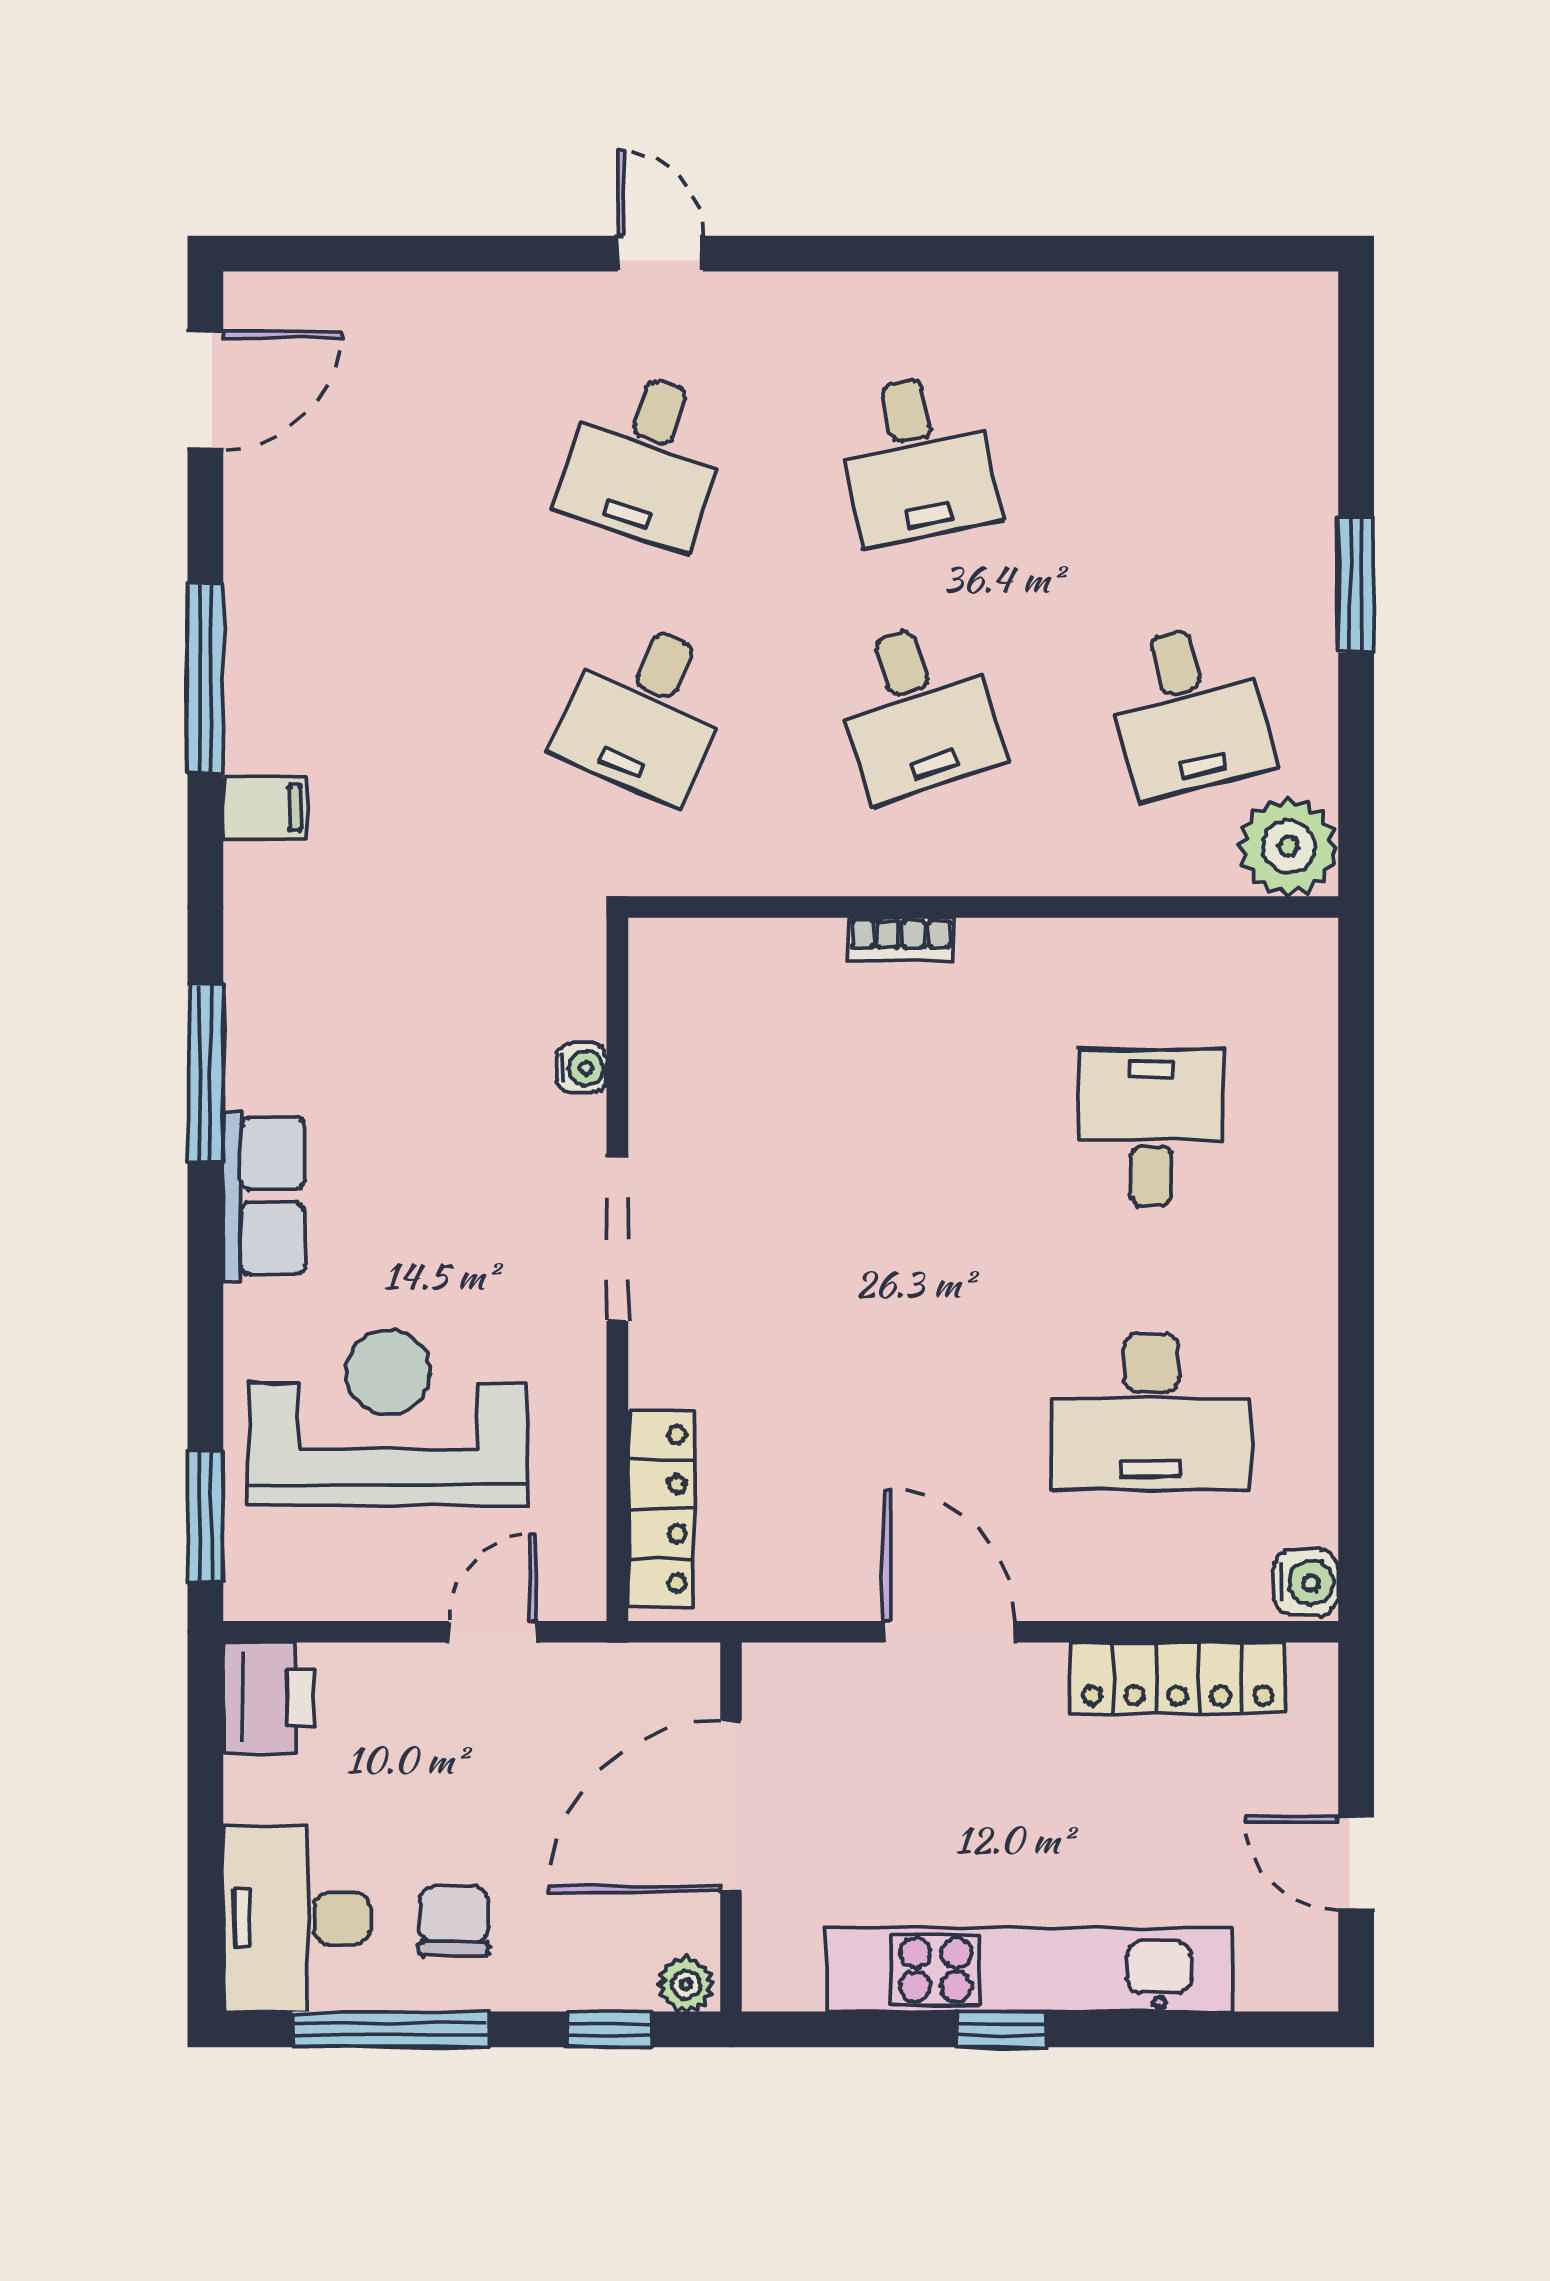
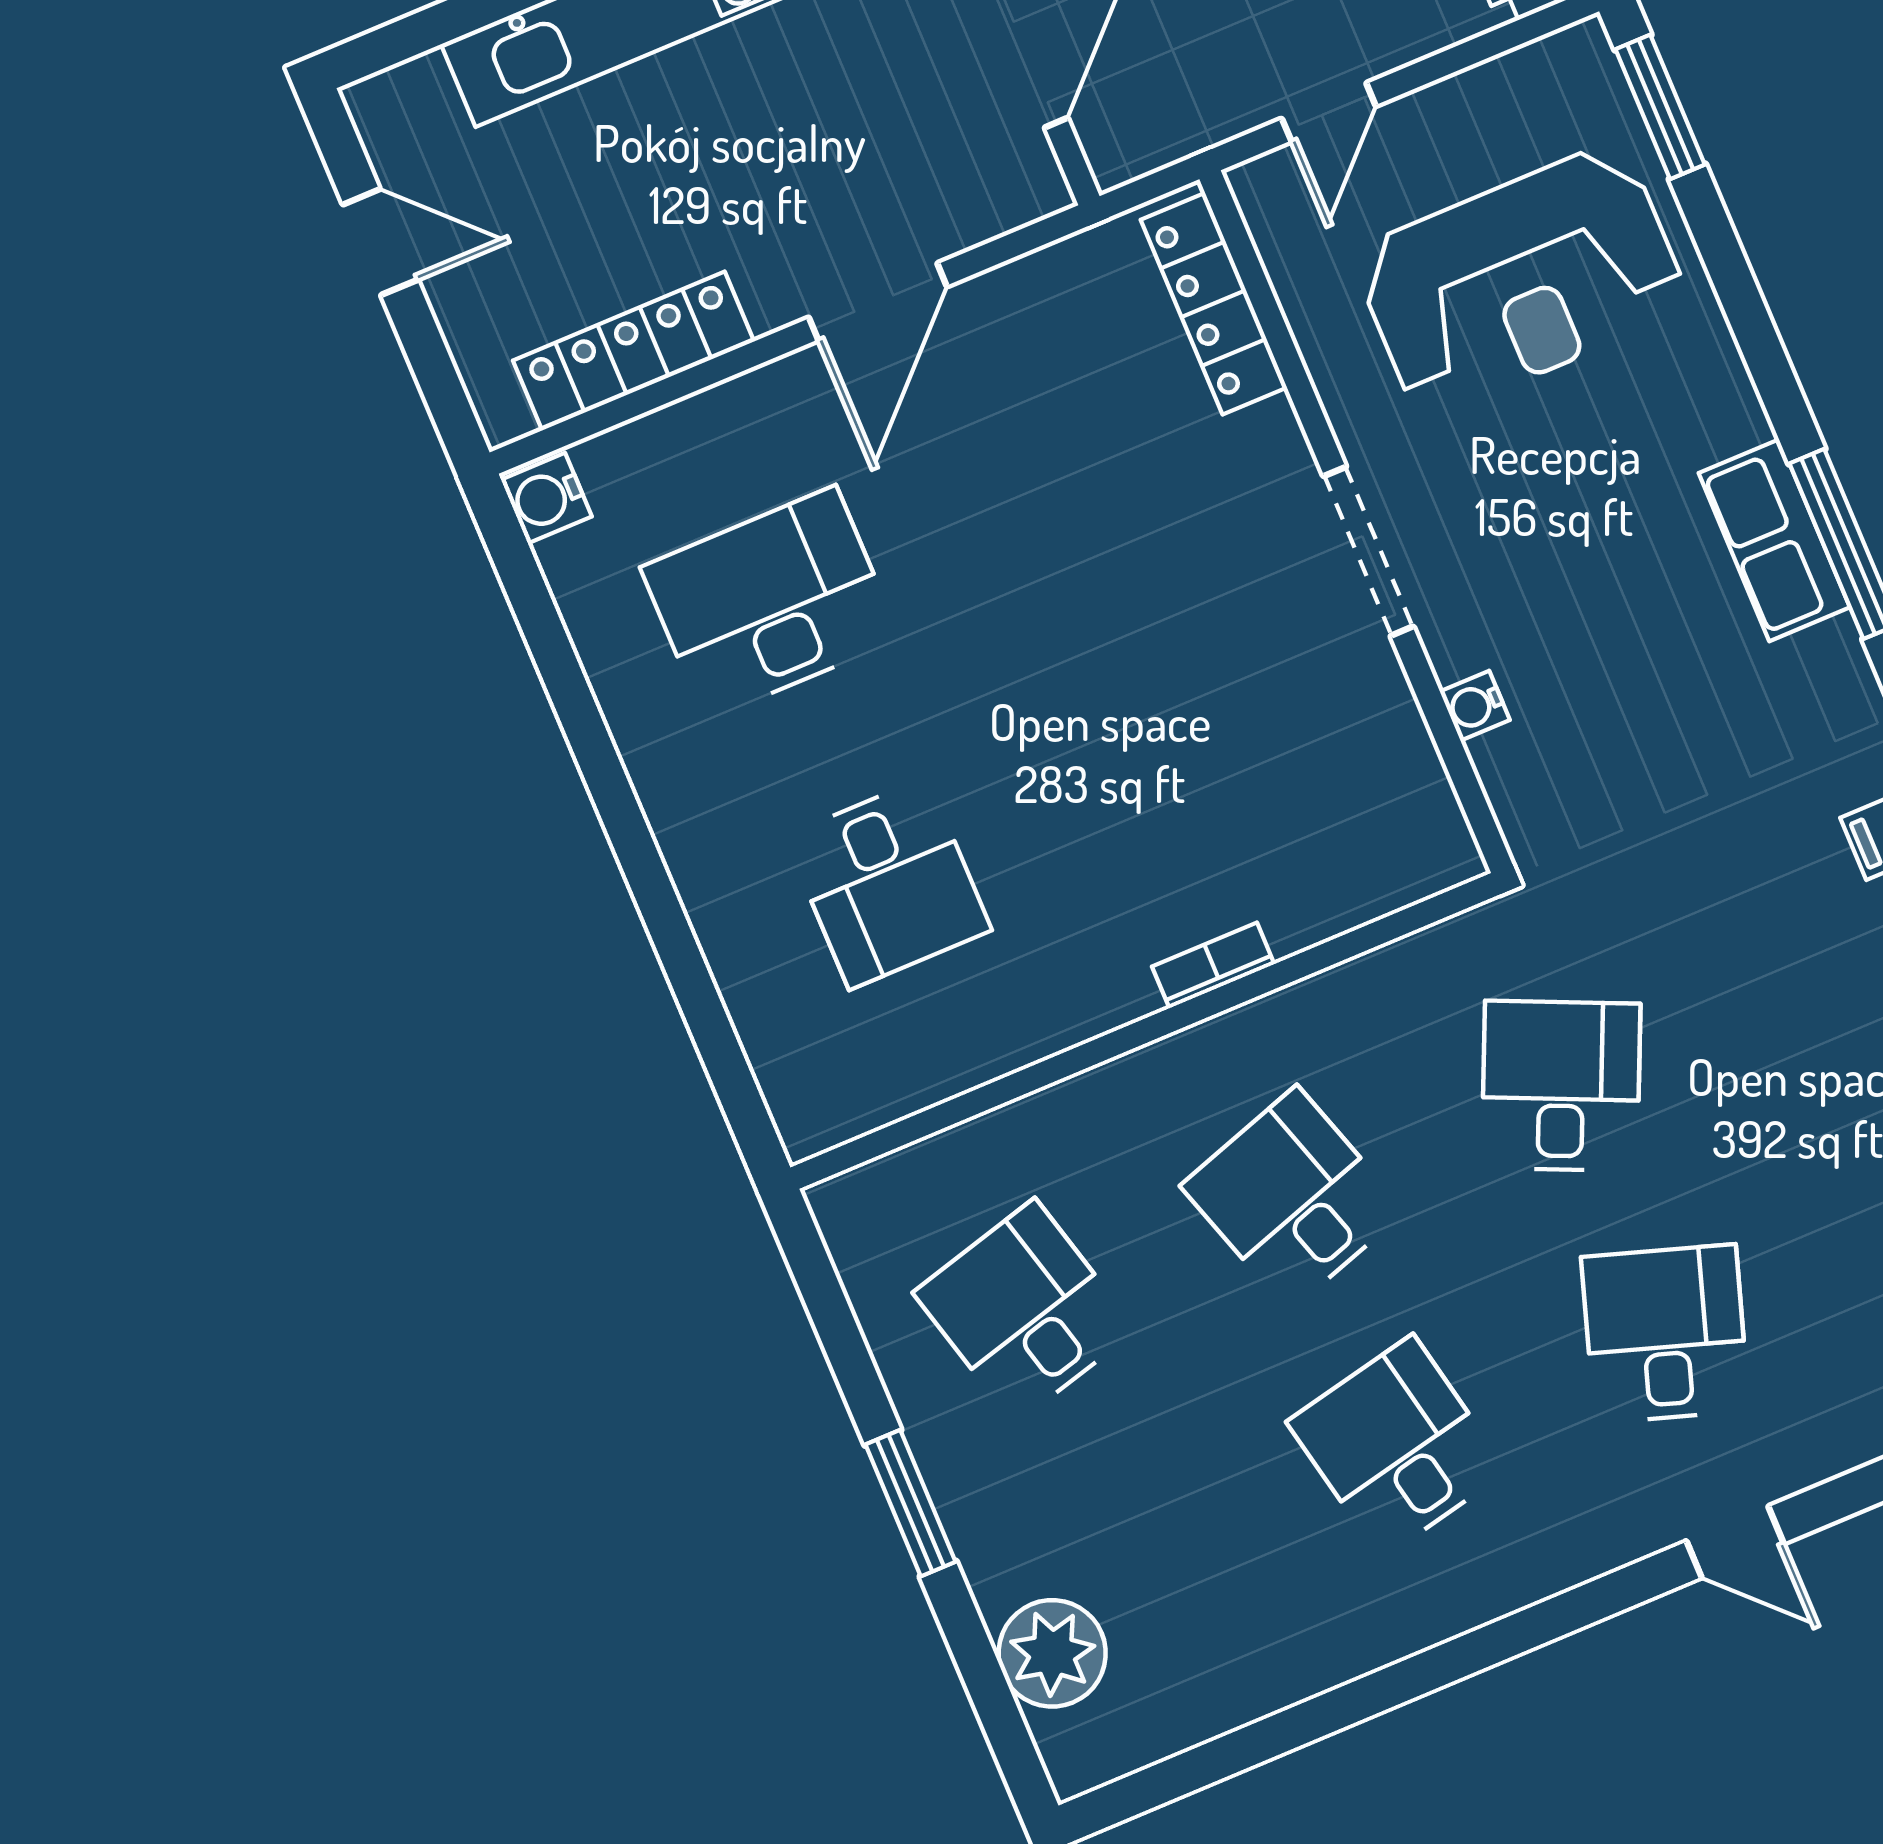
plant: (1289, 847) -> (1052, 1653), moved
row of seats: (264, 1196) -> (1774, 540), moved
door: (950, 1632) -> (878, 302), hinge flipped

